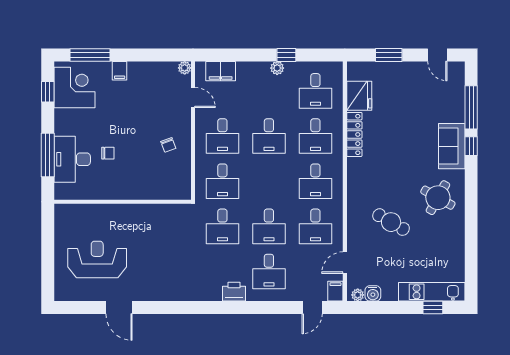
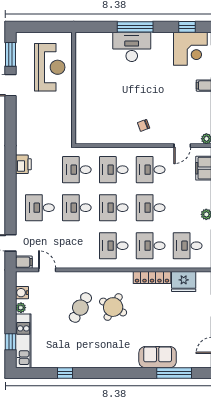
sofa: (452, 146) -> (158, 357), moved
window: (471, 146) -> (65, 373), moved
chair: (108, 153) -> (137, 76), removed
round table: (438, 198) -> (113, 307), moved
wall: (123, 202) -> (74, 88), moved
desk: (315, 226) -> (114, 208), moved
printer: (234, 292) -> (23, 164), moved
plant: (358, 295) -> (21, 308), moved
window: (82, 307) -> (11, 54), added

